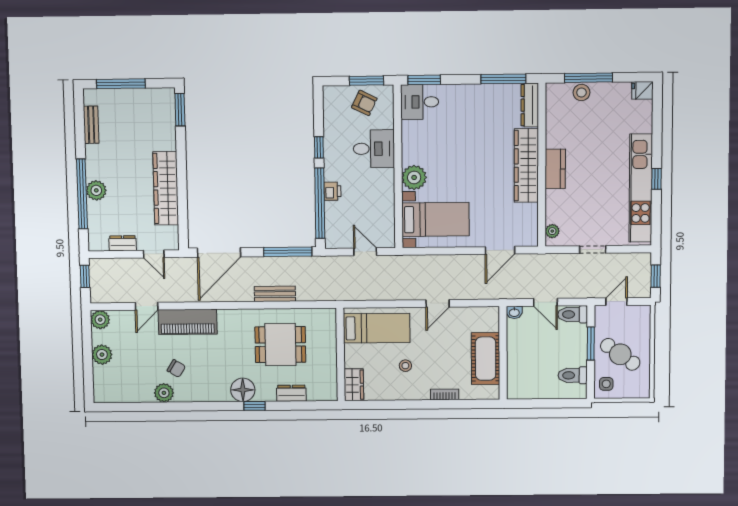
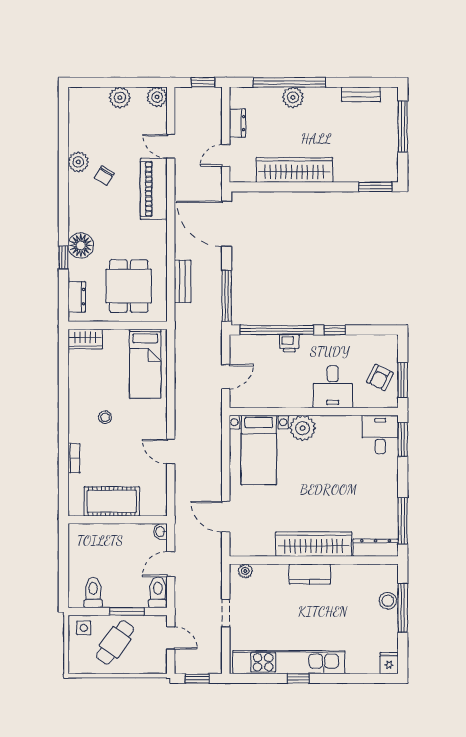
bed: (377, 328) -> (145, 364), moved
wall: (341, 355) -> (118, 325), moved
wardrobe: (354, 385) -> (85, 339), moved

